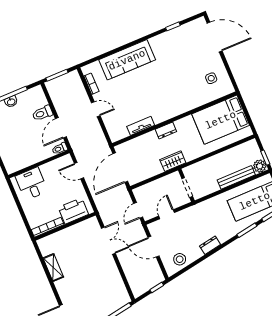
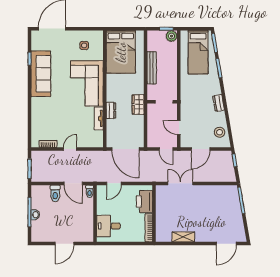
sofa: (127, 60) -> (41, 74), moved
corner sofa: (172, 98) -> (87, 83), added
dresser: (166, 130) -> (111, 110), moved
bench: (236, 177) -> (152, 68), moved

